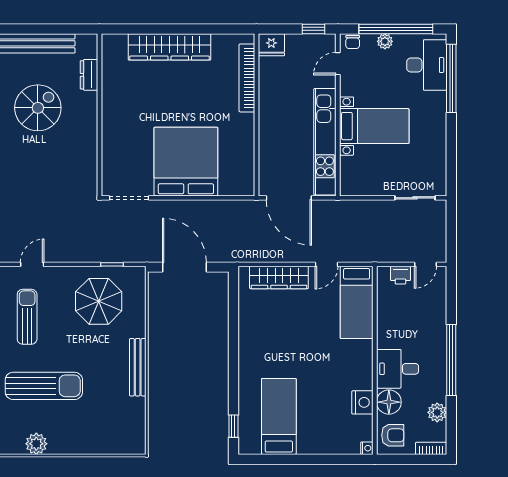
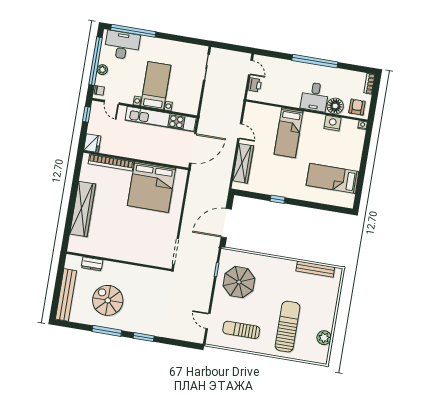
bed: (186, 162) -> (151, 187), moved, turned -90
bed: (357, 302) -> (288, 133), moved, turned 90
bench: (138, 367) -> (315, 269), moved
plant: (437, 412) -> (347, 76), removed
window: (233, 426) -> (277, 199), moved

